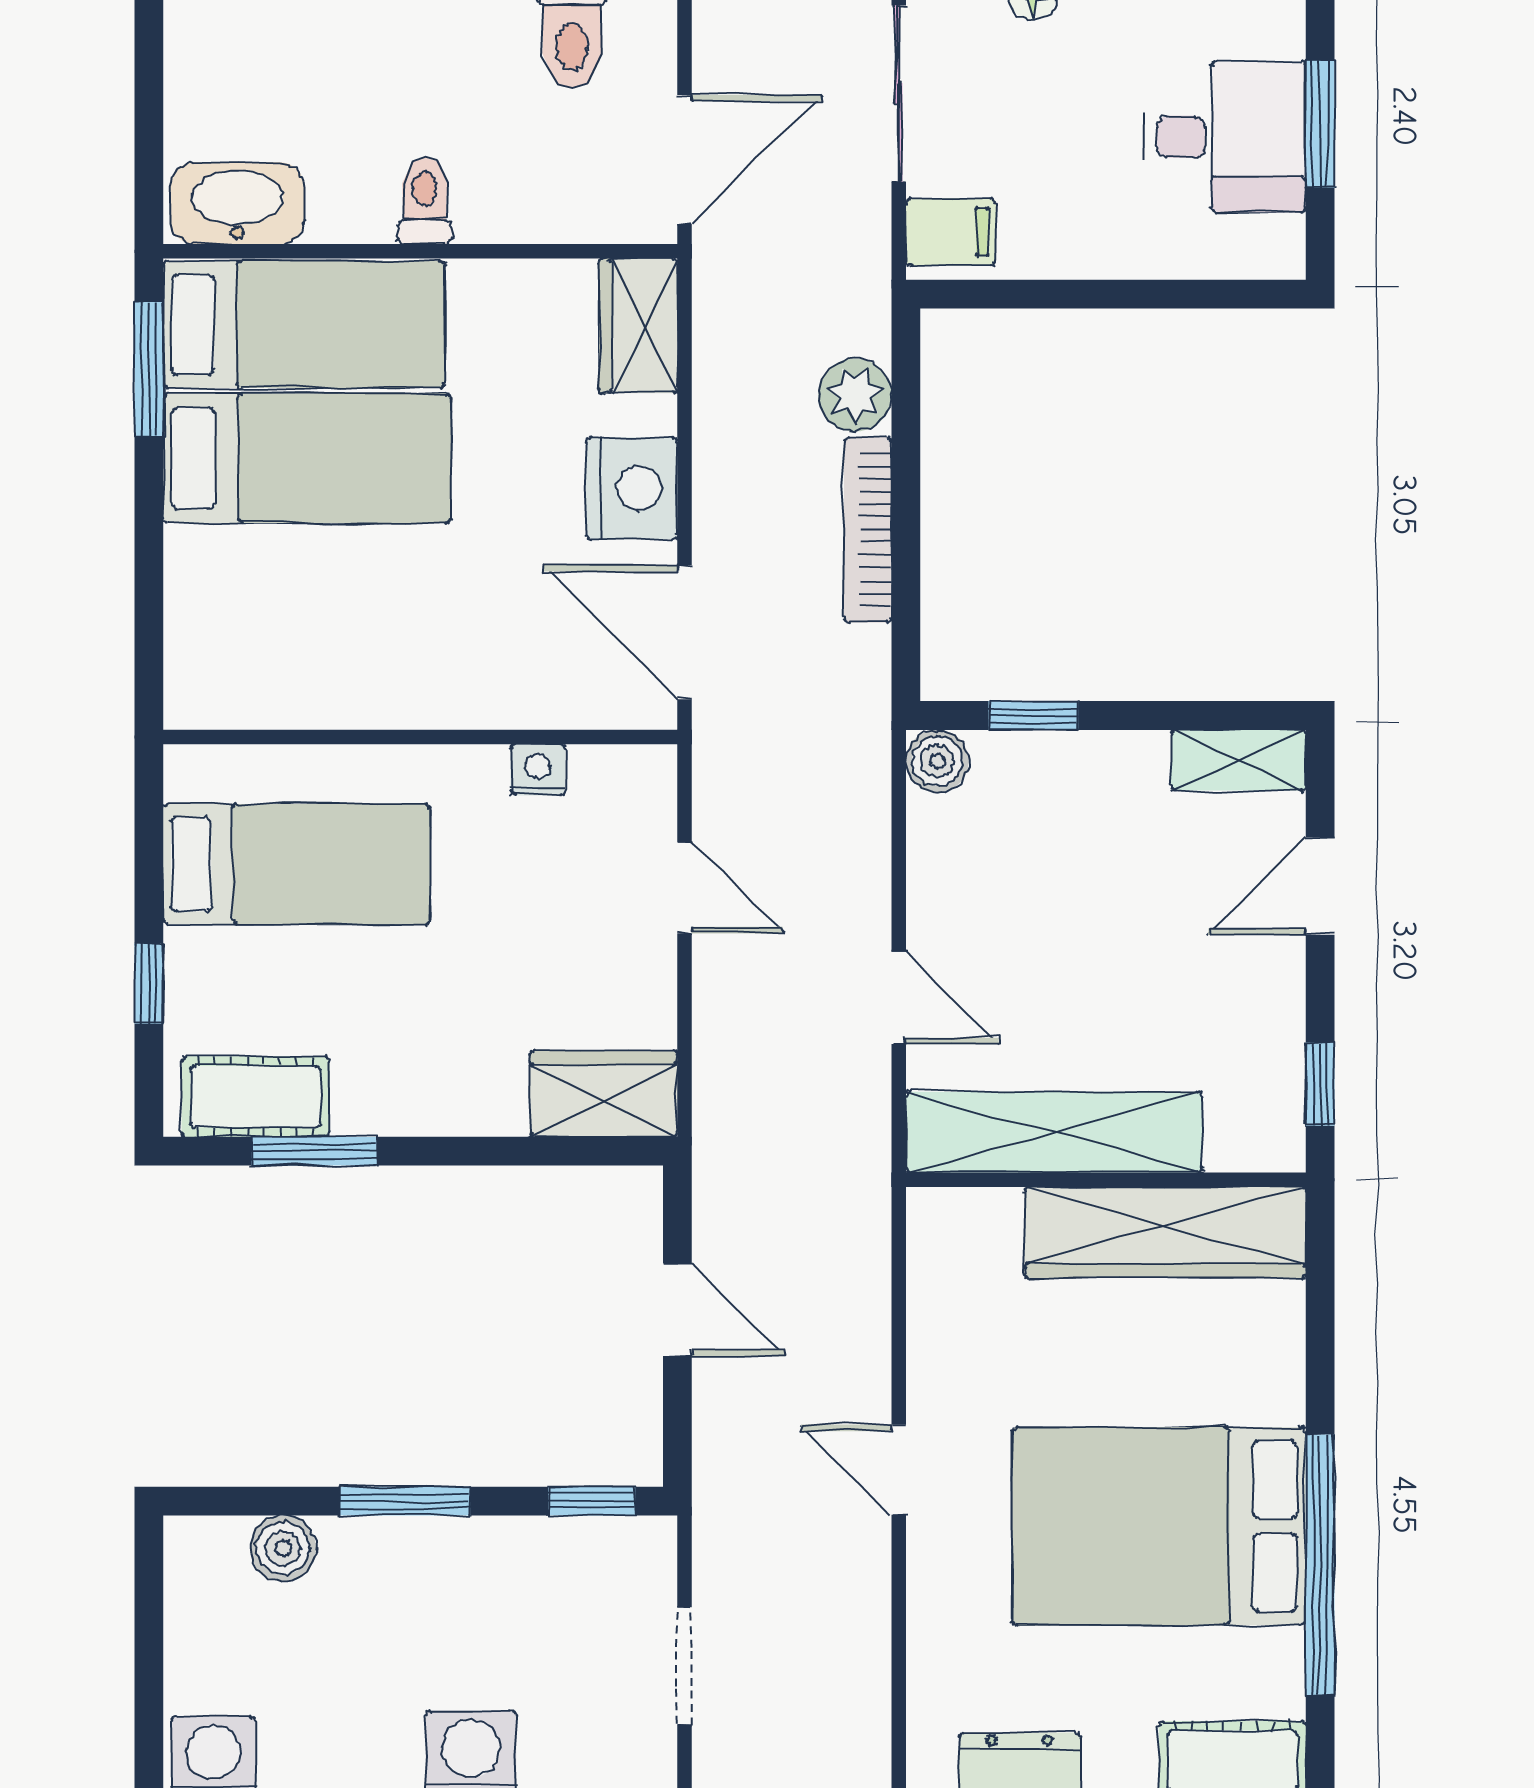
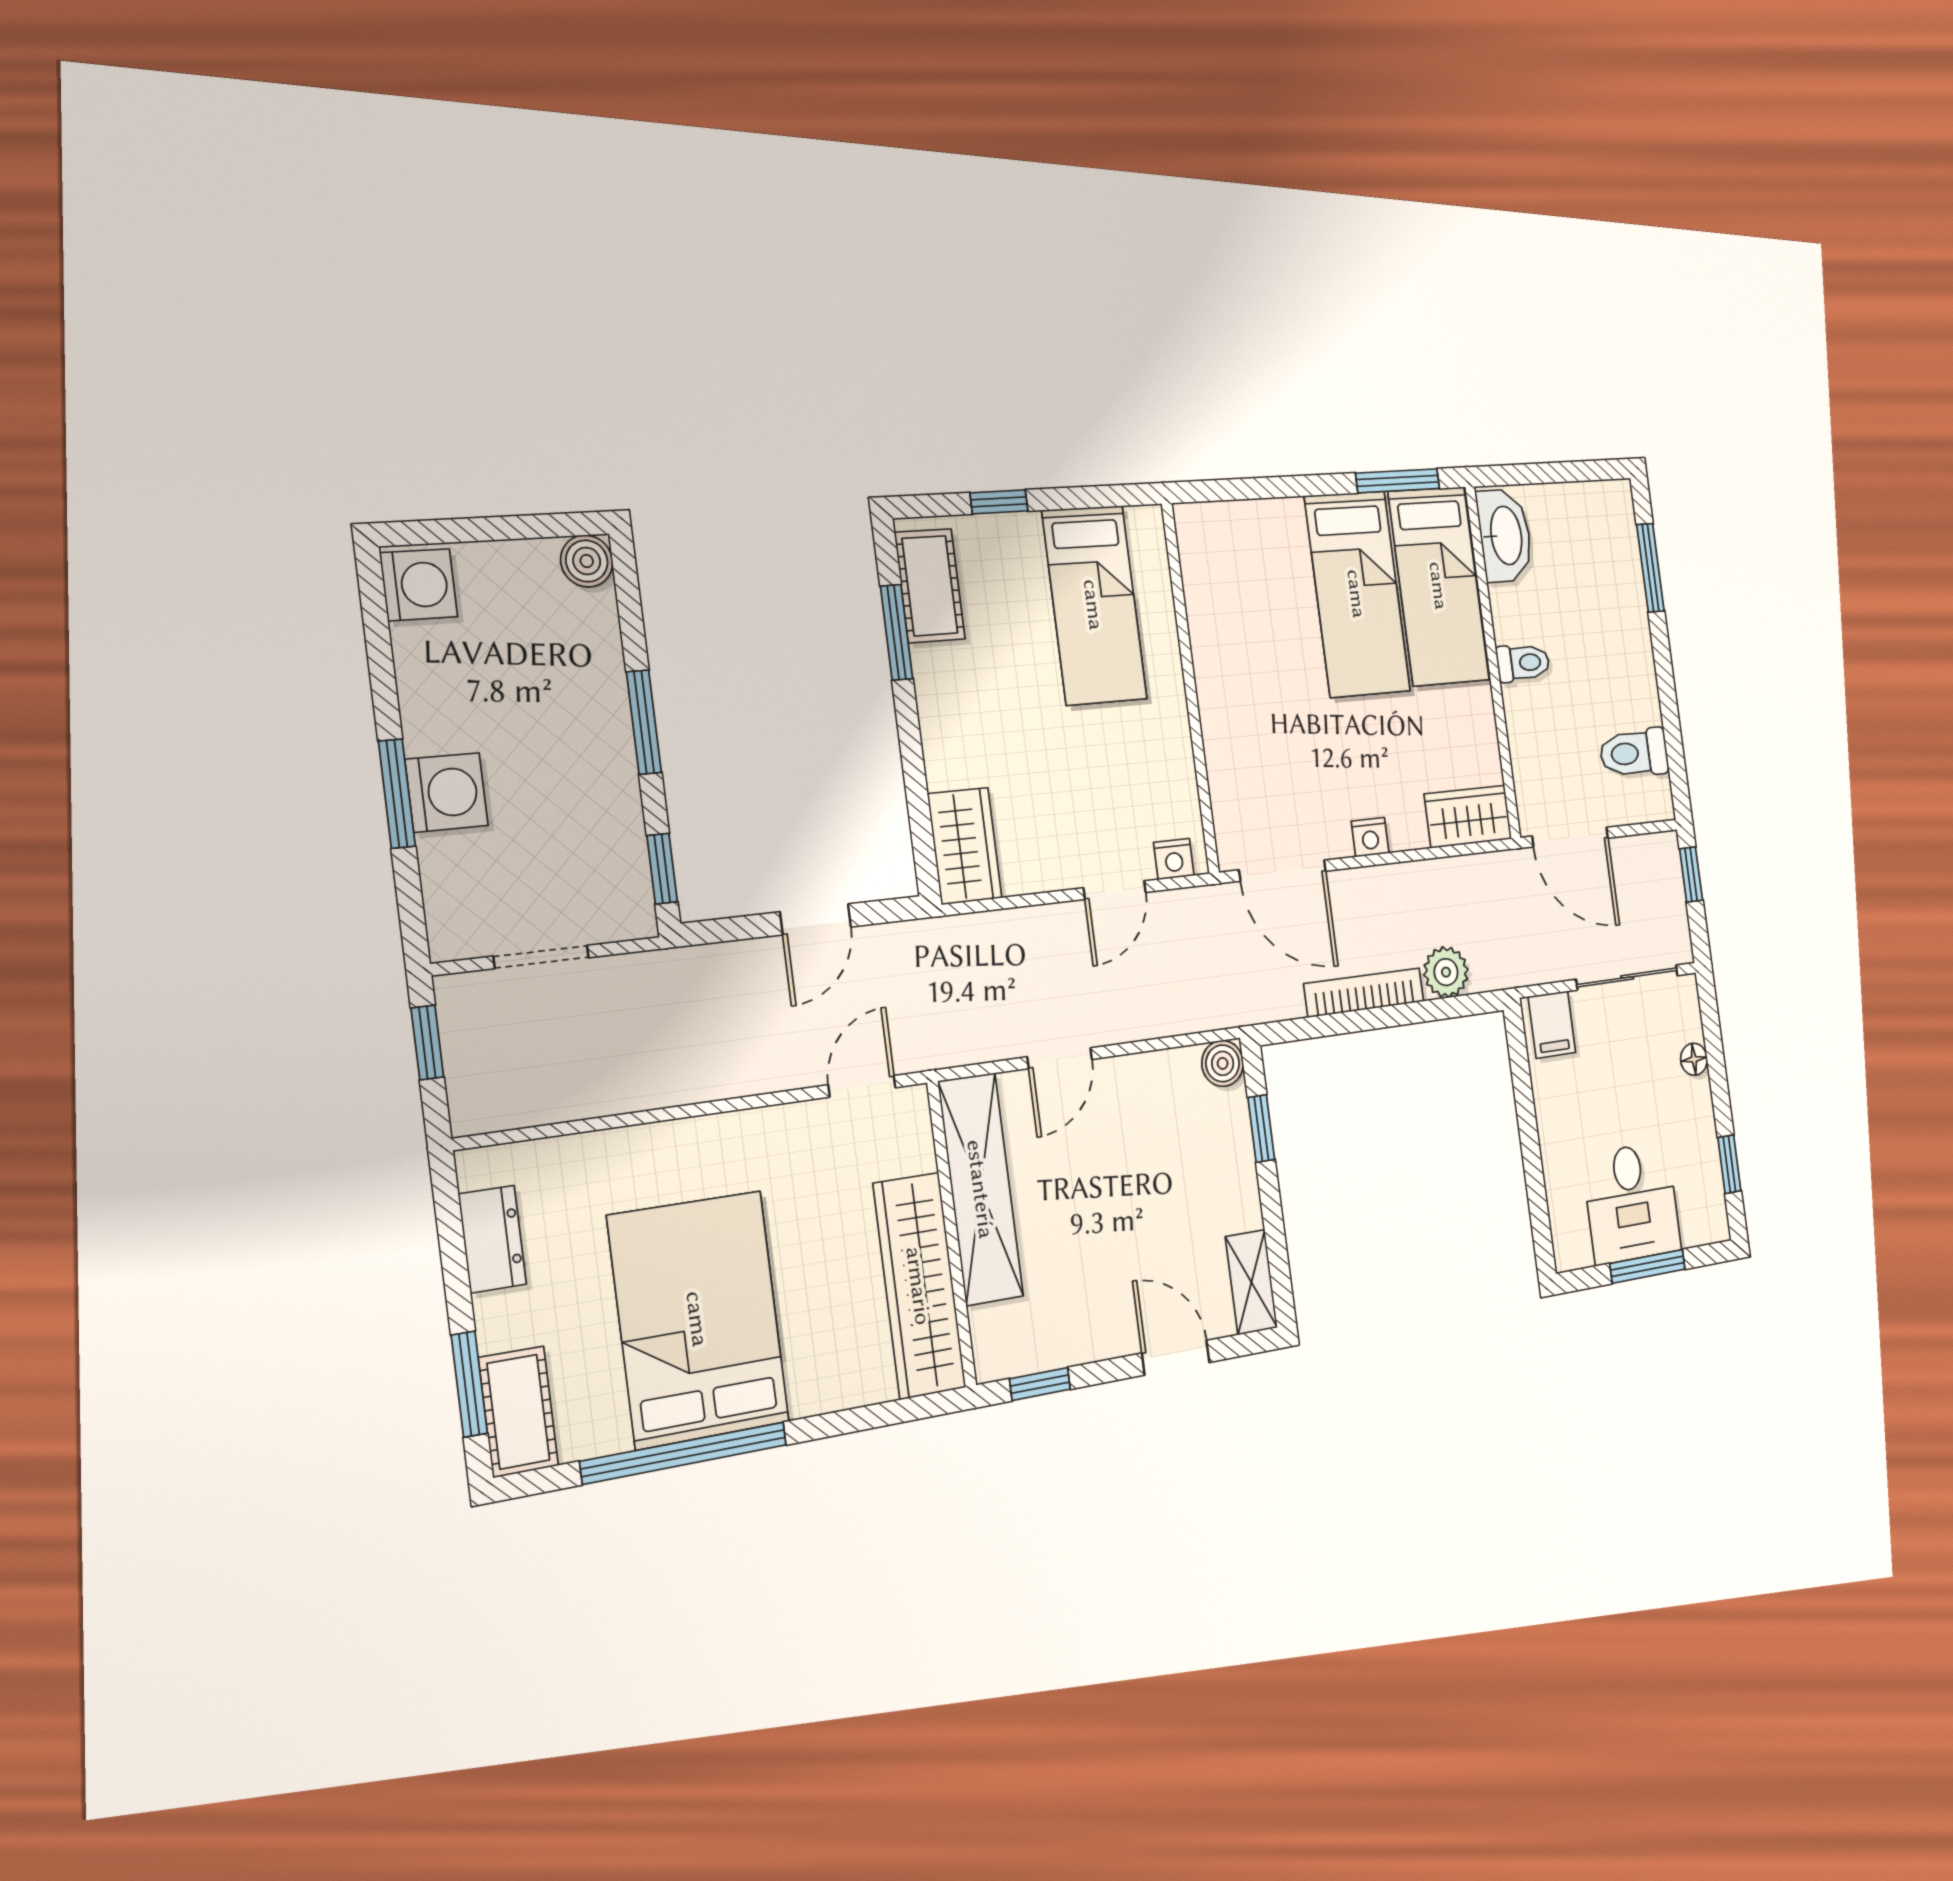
nightstand: (632, 488) -> (1370, 837), width x0.53, depth x0.56
door: (685, 632) -> (1283, 871), swing flipped
nightstand: (538, 770) -> (1174, 859), moved, turned 90
door: (899, 1470) -> (862, 1086), moved
boiler: (283, 1548) -> (587, 561), moved

